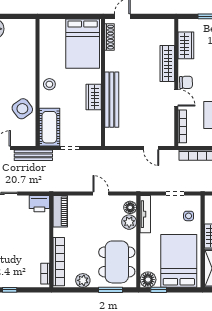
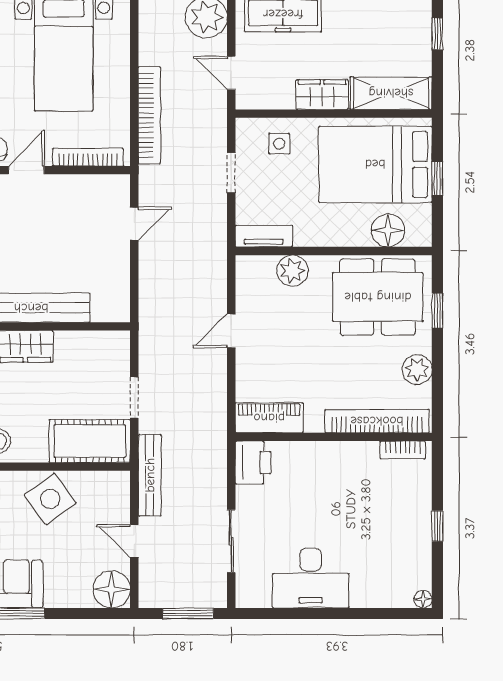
floor lamp: (130, 207) -> (261, 269), removed
tv unit: (145, 214) -> (264, 236), width x0.71
floor lamp: (148, 280) -> (388, 230), moved
window: (110, 290) -> (437, 311), width x0.67
window: (159, 290) -> (437, 179), moved

